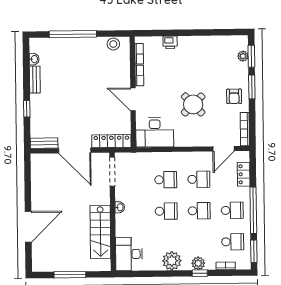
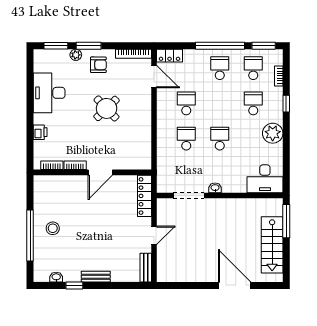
stool: (113, 44) -> (53, 228), moved
plant: (243, 56) -> (76, 55), moved
bench: (35, 80) -> (96, 277), moved
window: (27, 109) -> (74, 286), moved
desk: (155, 132) -> (49, 93), moved, turned 180
door: (75, 151) -> (154, 235), width x0.53
doorway: (112, 172) -> (189, 195), moved
locker: (244, 174) -> (170, 56), moved
school desk: (199, 211) -> (253, 103), moved
stairs: (100, 232) -> (272, 245), moved, turned 90
plant: (198, 263) -> (276, 105), removed
window: (70, 275) -> (286, 221), moved

